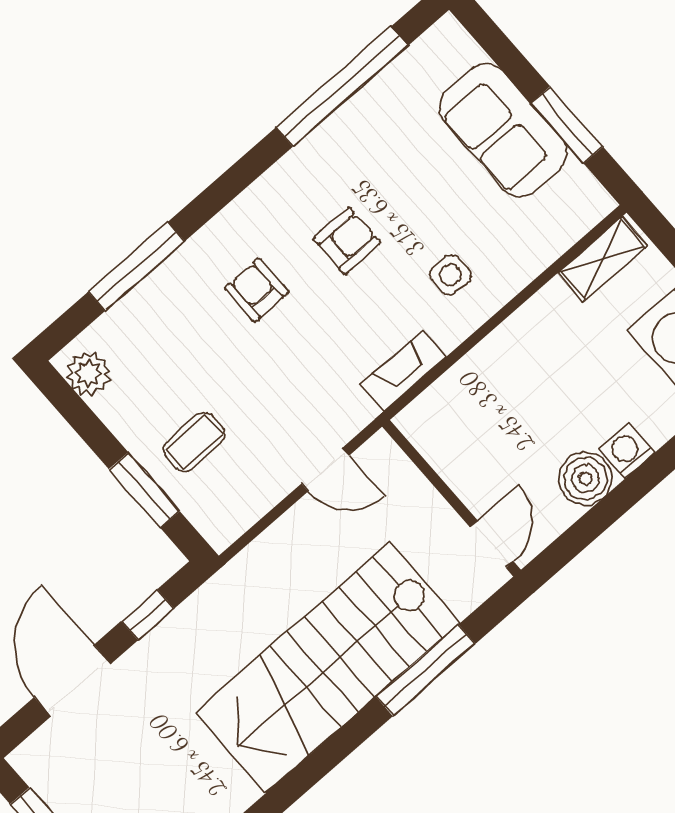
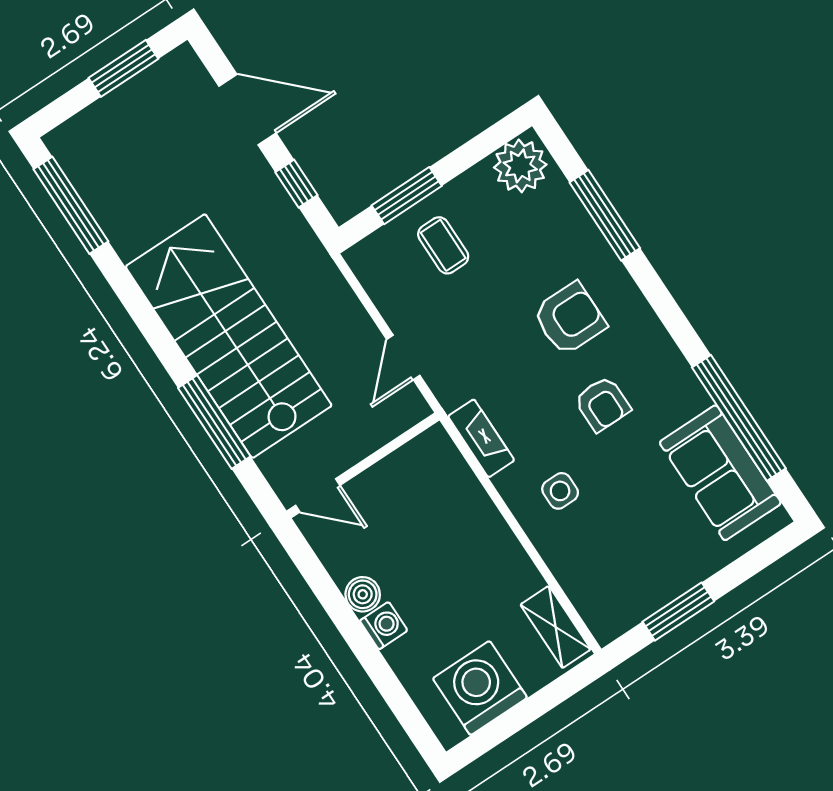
sofa: (503, 130) -> (720, 473), moved, turned -90
armchair: (257, 290) -> (570, 319), width x1.38, depth x1.38
plant: (88, 373) -> (520, 166), width x1.36, depth x1.36
boiler: (585, 478) -> (363, 594), width x0.73, depth x0.73

